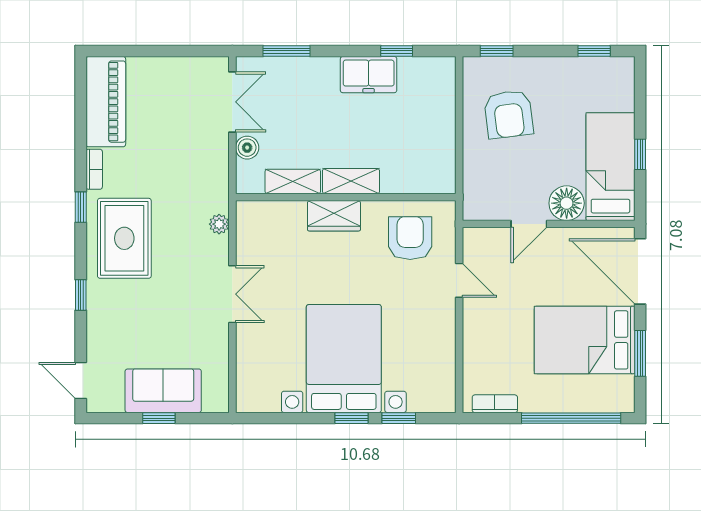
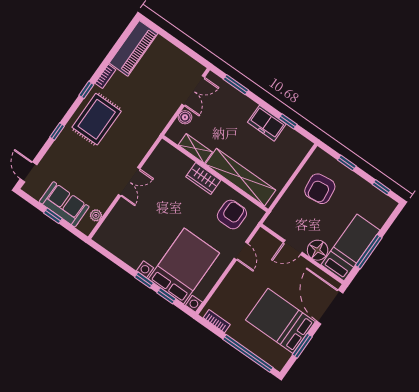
window: (497, 51) -> (347, 163), moved
window: (640, 154) -> (369, 252), width x2.17
shelving: (351, 181) -> (241, 177), width x2.20, depth x1.33
plant: (219, 224) -> (96, 215), moved
bed with nightstands: (344, 359) -> (184, 266), moved

